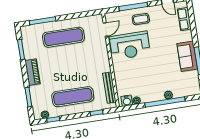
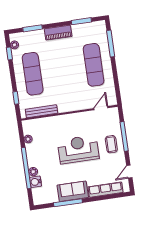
row of seats: (184, 19) -> (106, 190), width x1.48
door: (106, 30) -> (101, 108), swing flipped
reception desk: (130, 46) -> (78, 149), moved, turned 90
water cooler: (127, 101) -> (36, 182), moved

